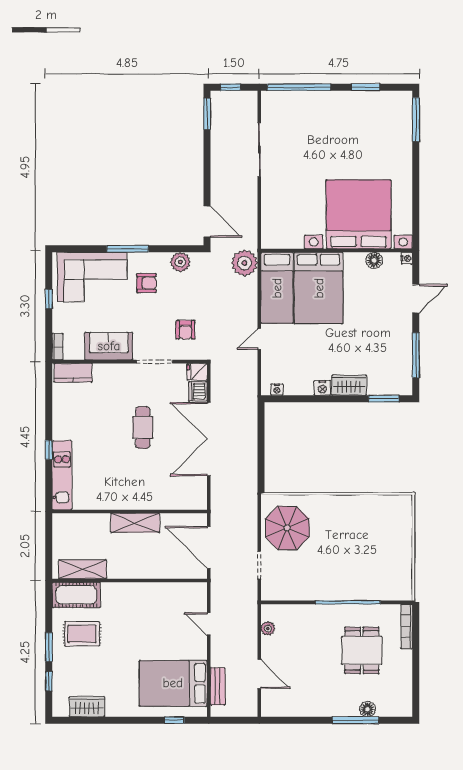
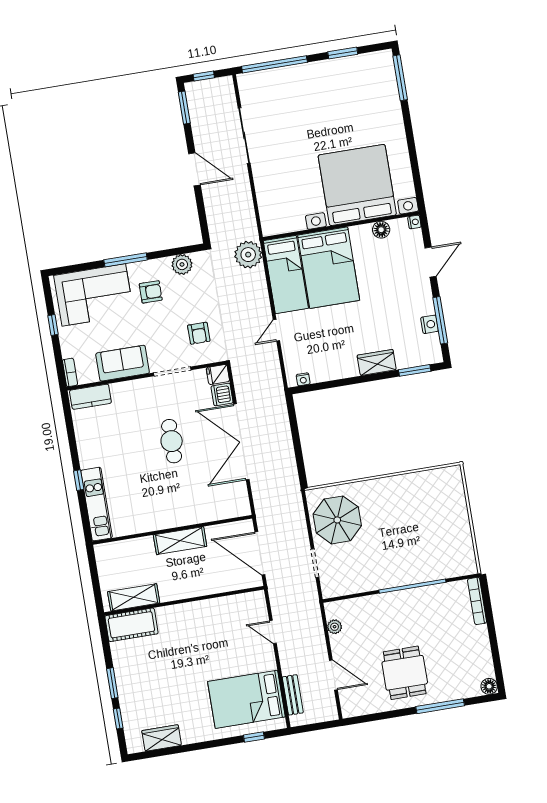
door: (207, 221) -> (195, 169), moved
nightstand: (322, 388) -> (430, 324), moved, turned -90
rug: (82, 634) -> (144, 664), removed
dining table: (362, 650) -> (405, 673), moved
floor lamp: (368, 709) -> (489, 686), moved

